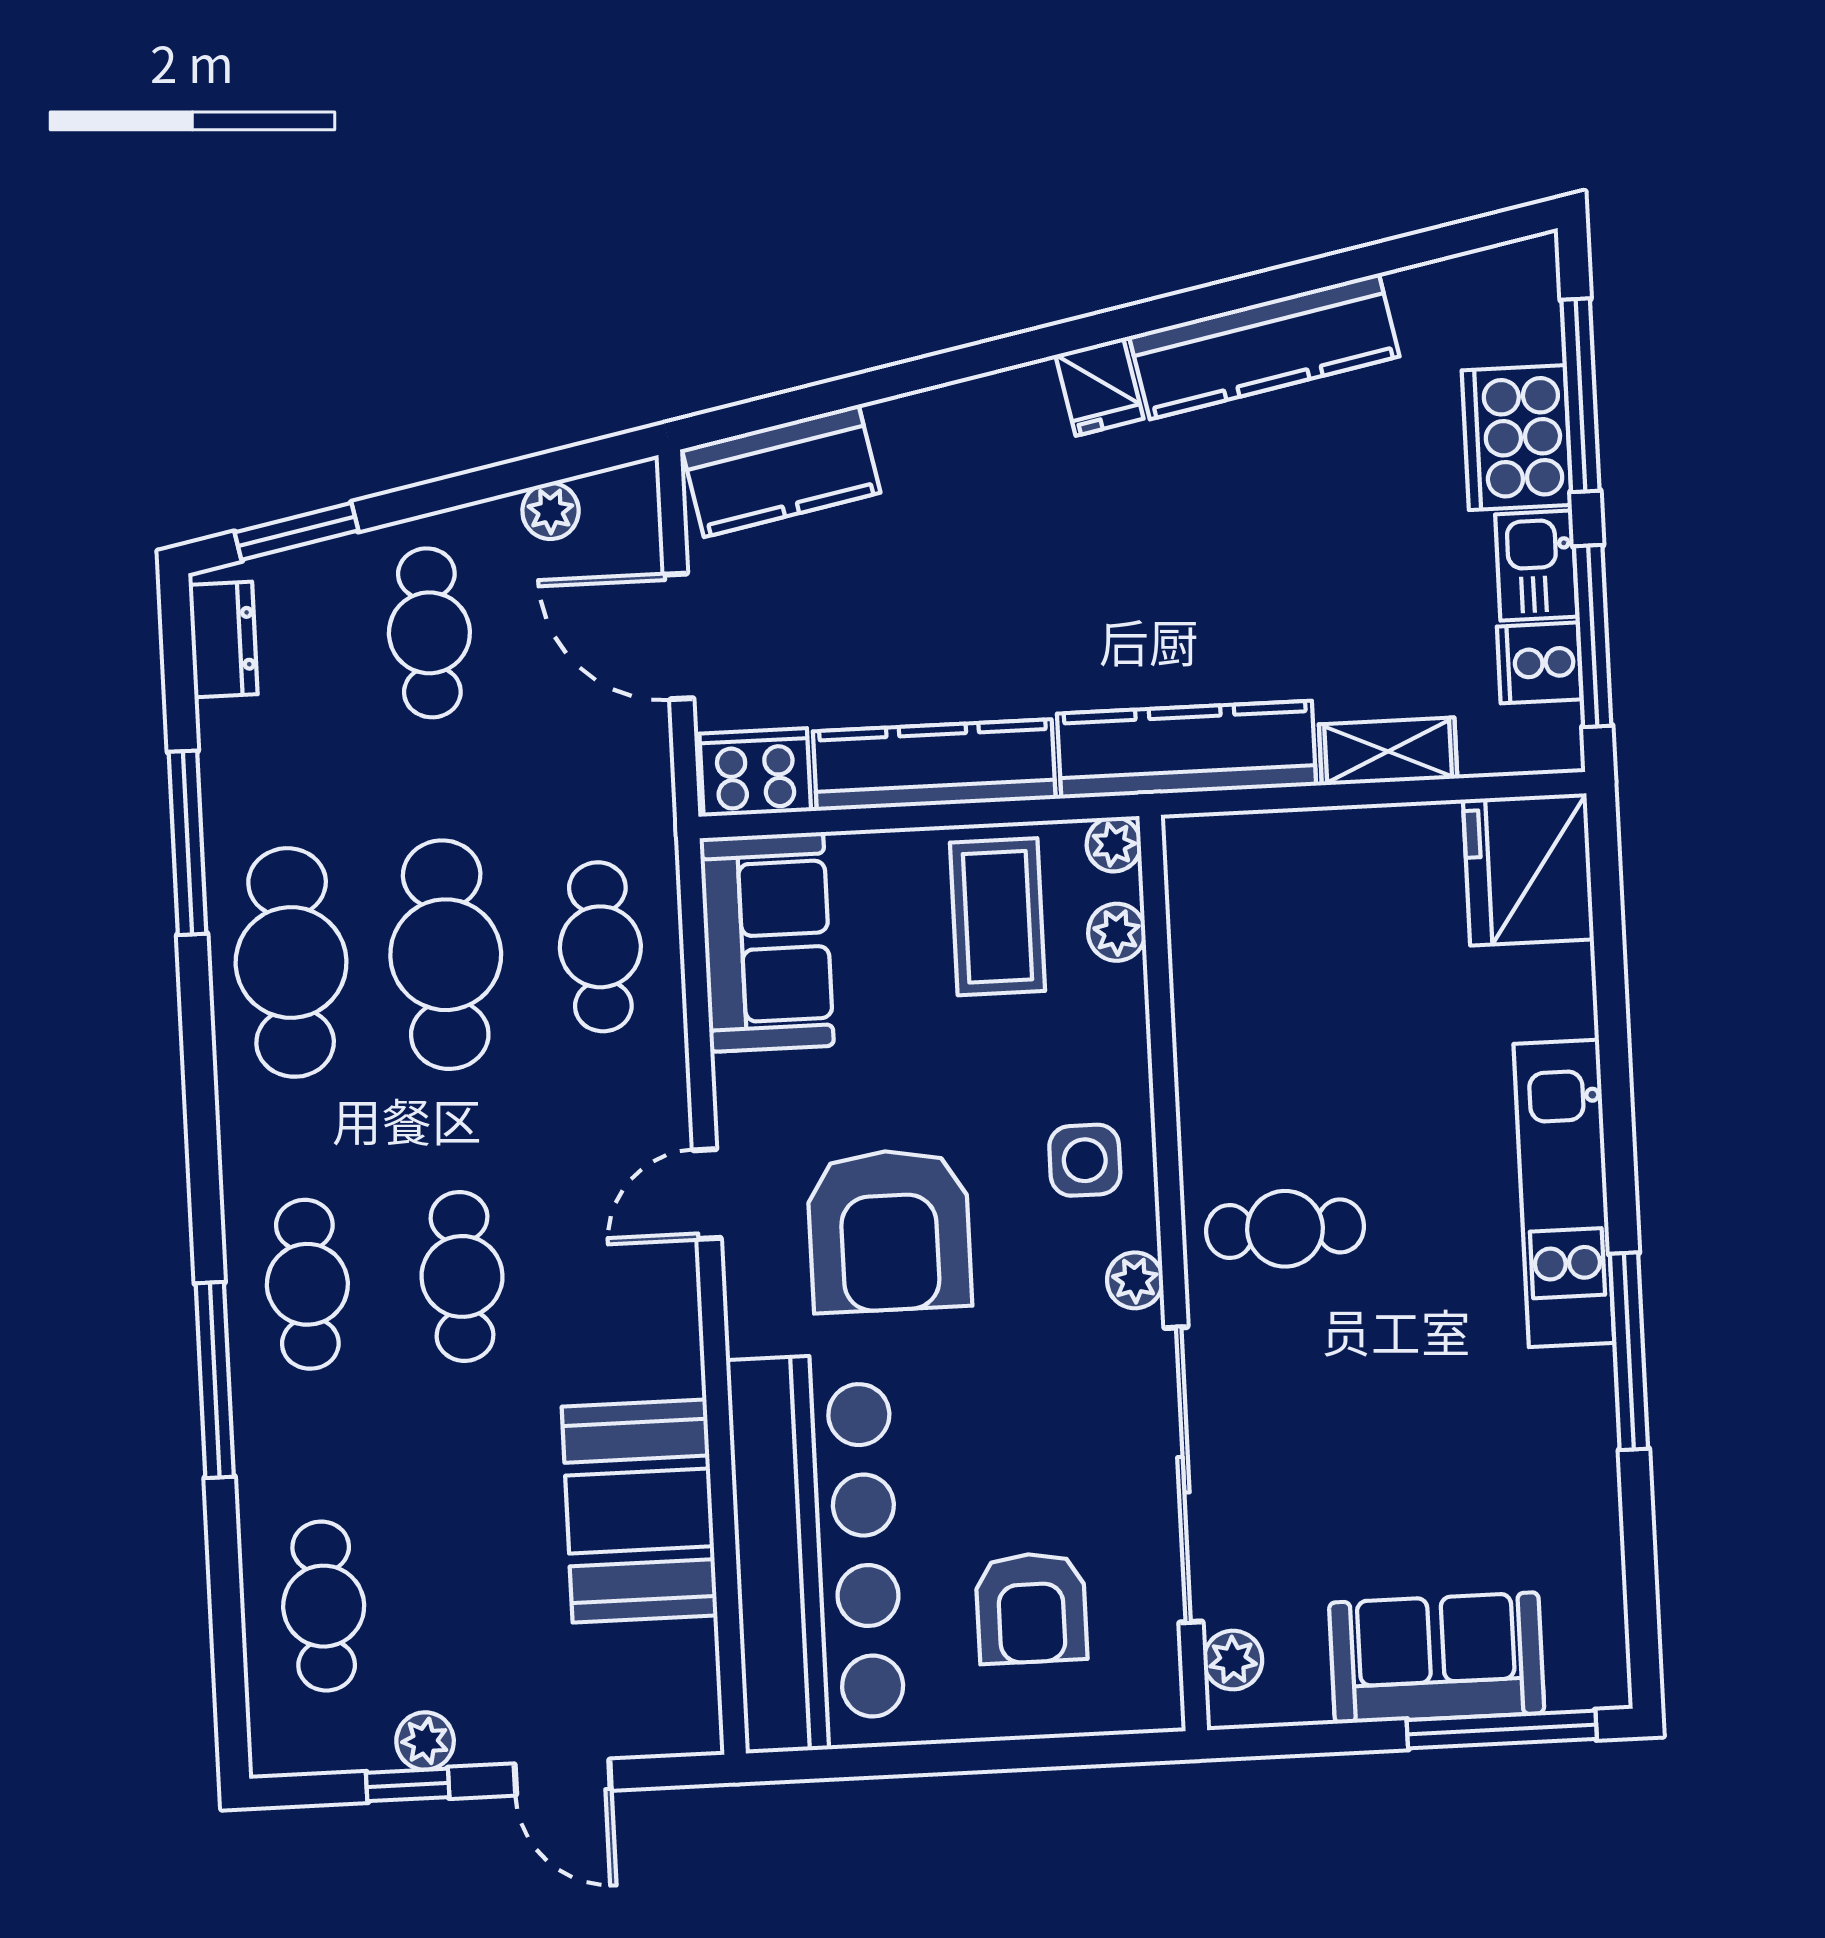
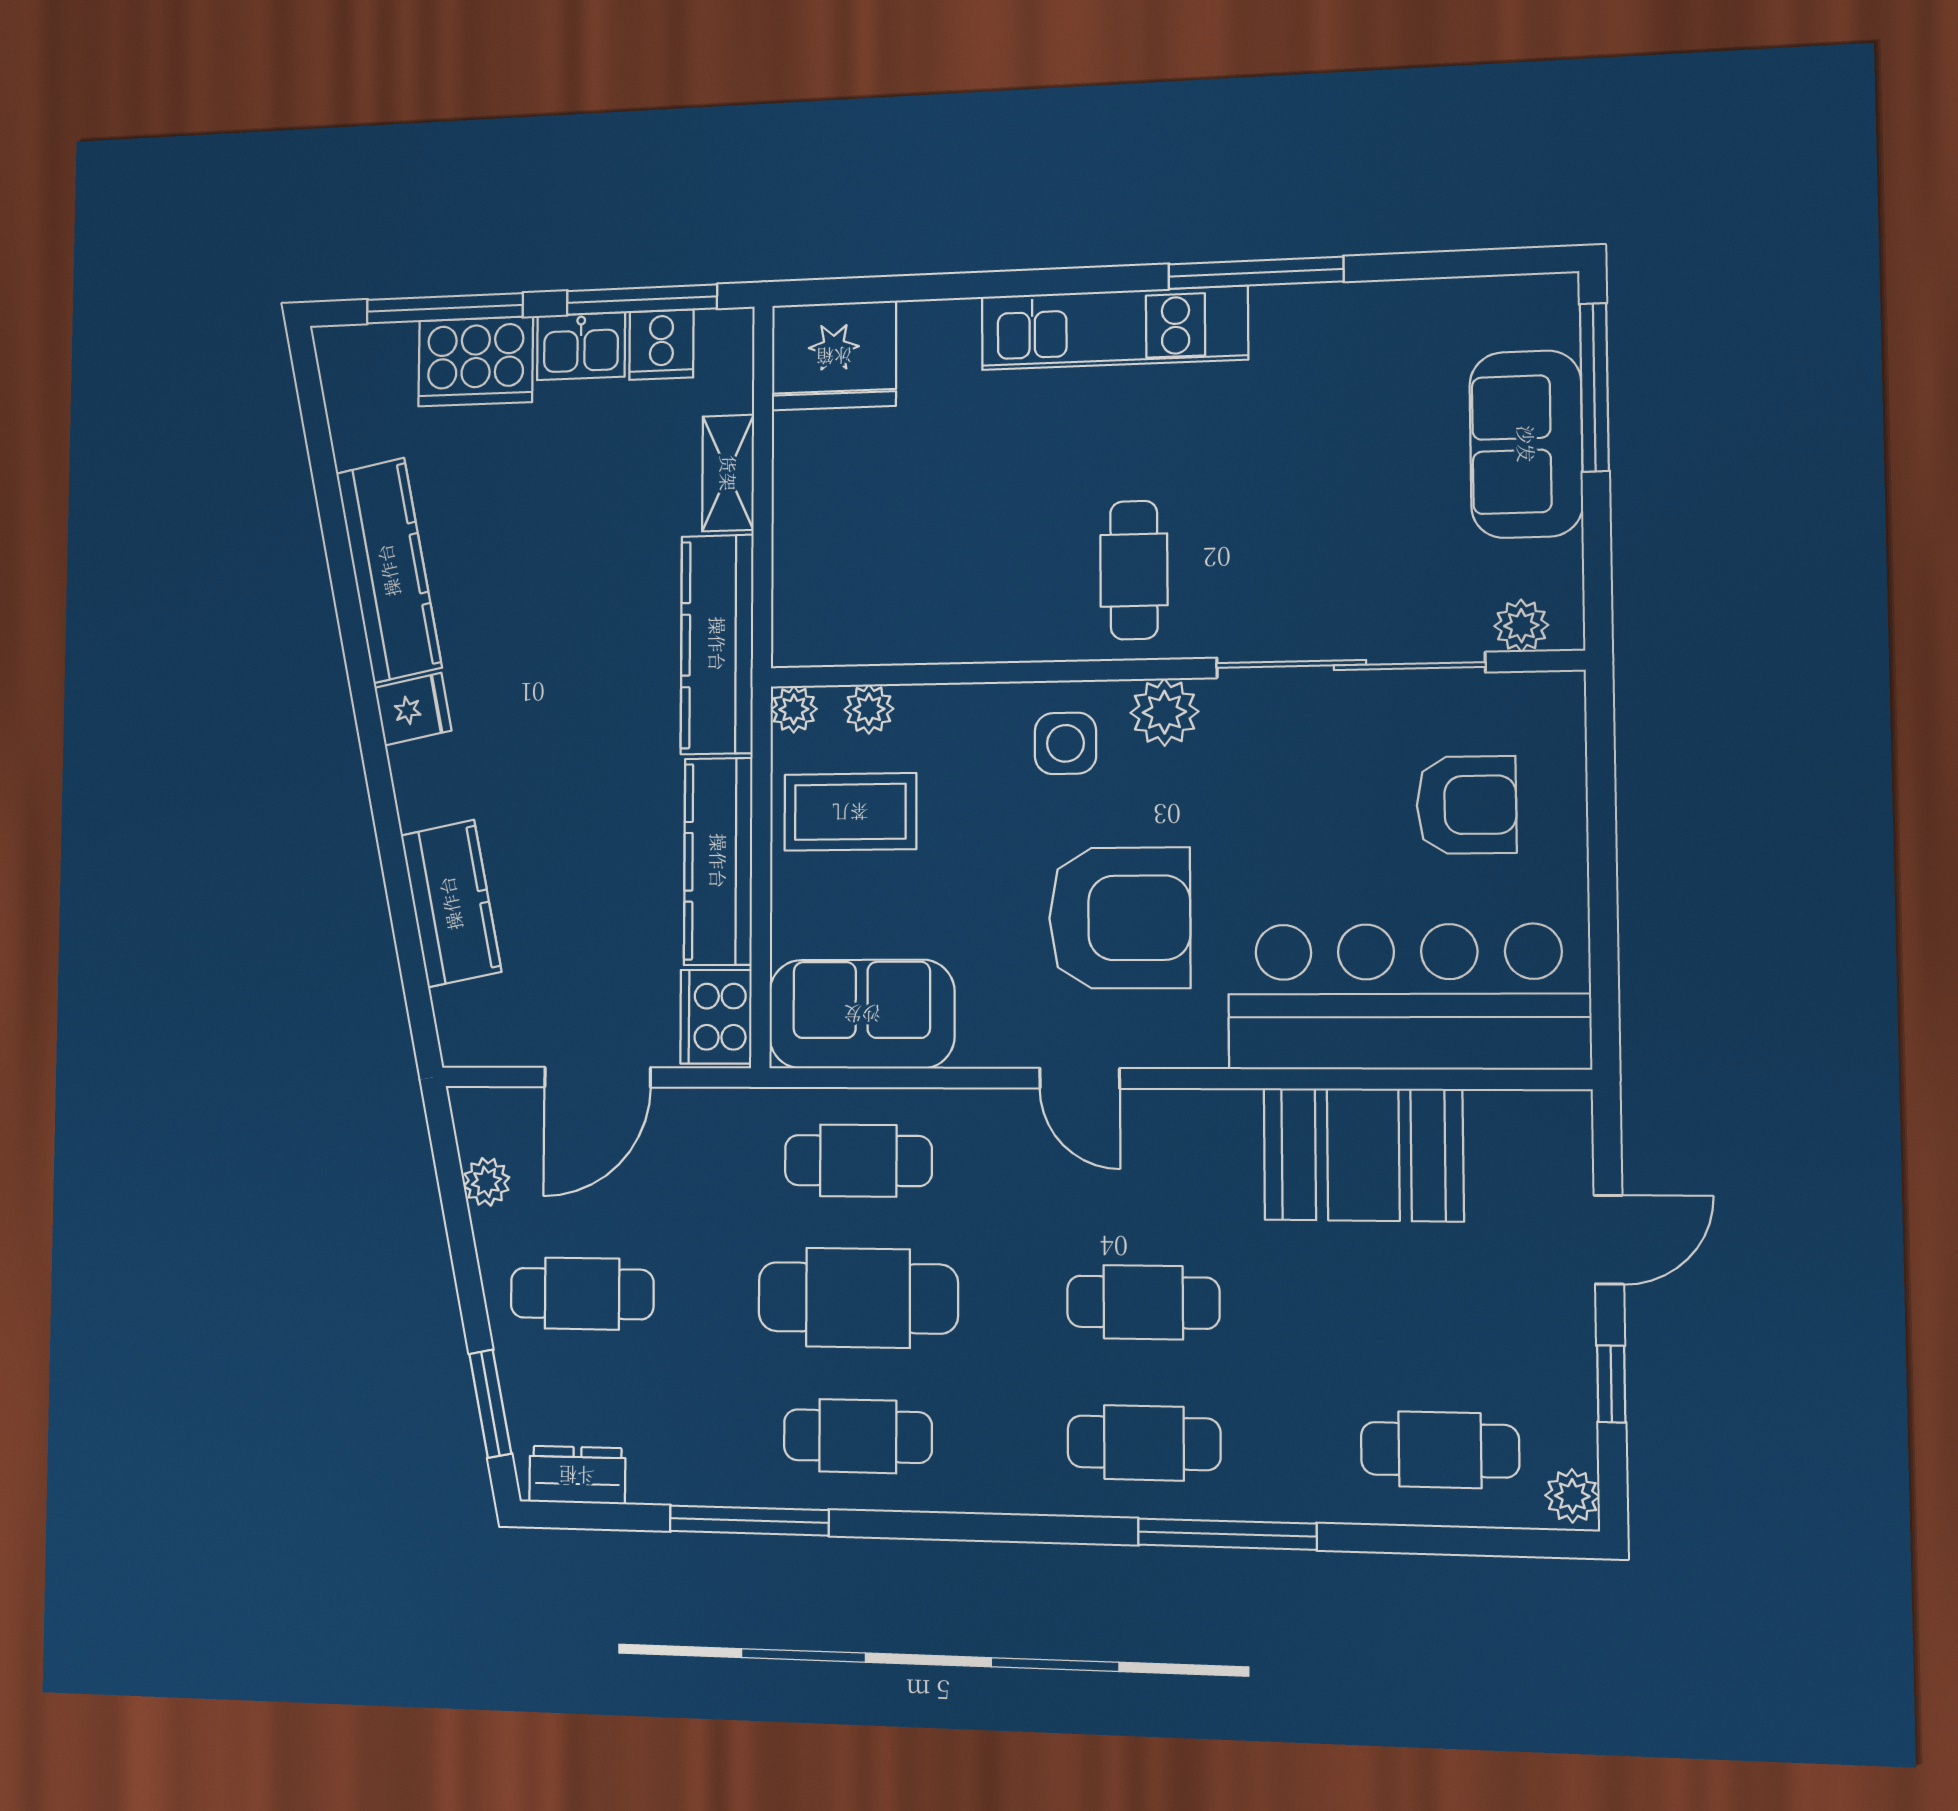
kitchen counter: (781, 471) -> (451, 903), moved
cafe table: (291, 962) -> (858, 1436), width x0.73, depth x0.74
plant: (1135, 1280) -> (1164, 712), width x1.38, depth x1.38
plant: (425, 1741) -> (1572, 1496), moved

